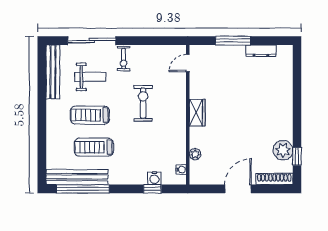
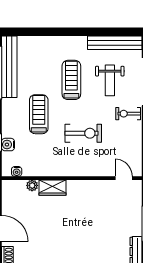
wardrobe: (197, 113) -> (52, 188), moved
treadmill: (94, 147) -> (39, 114), moved

